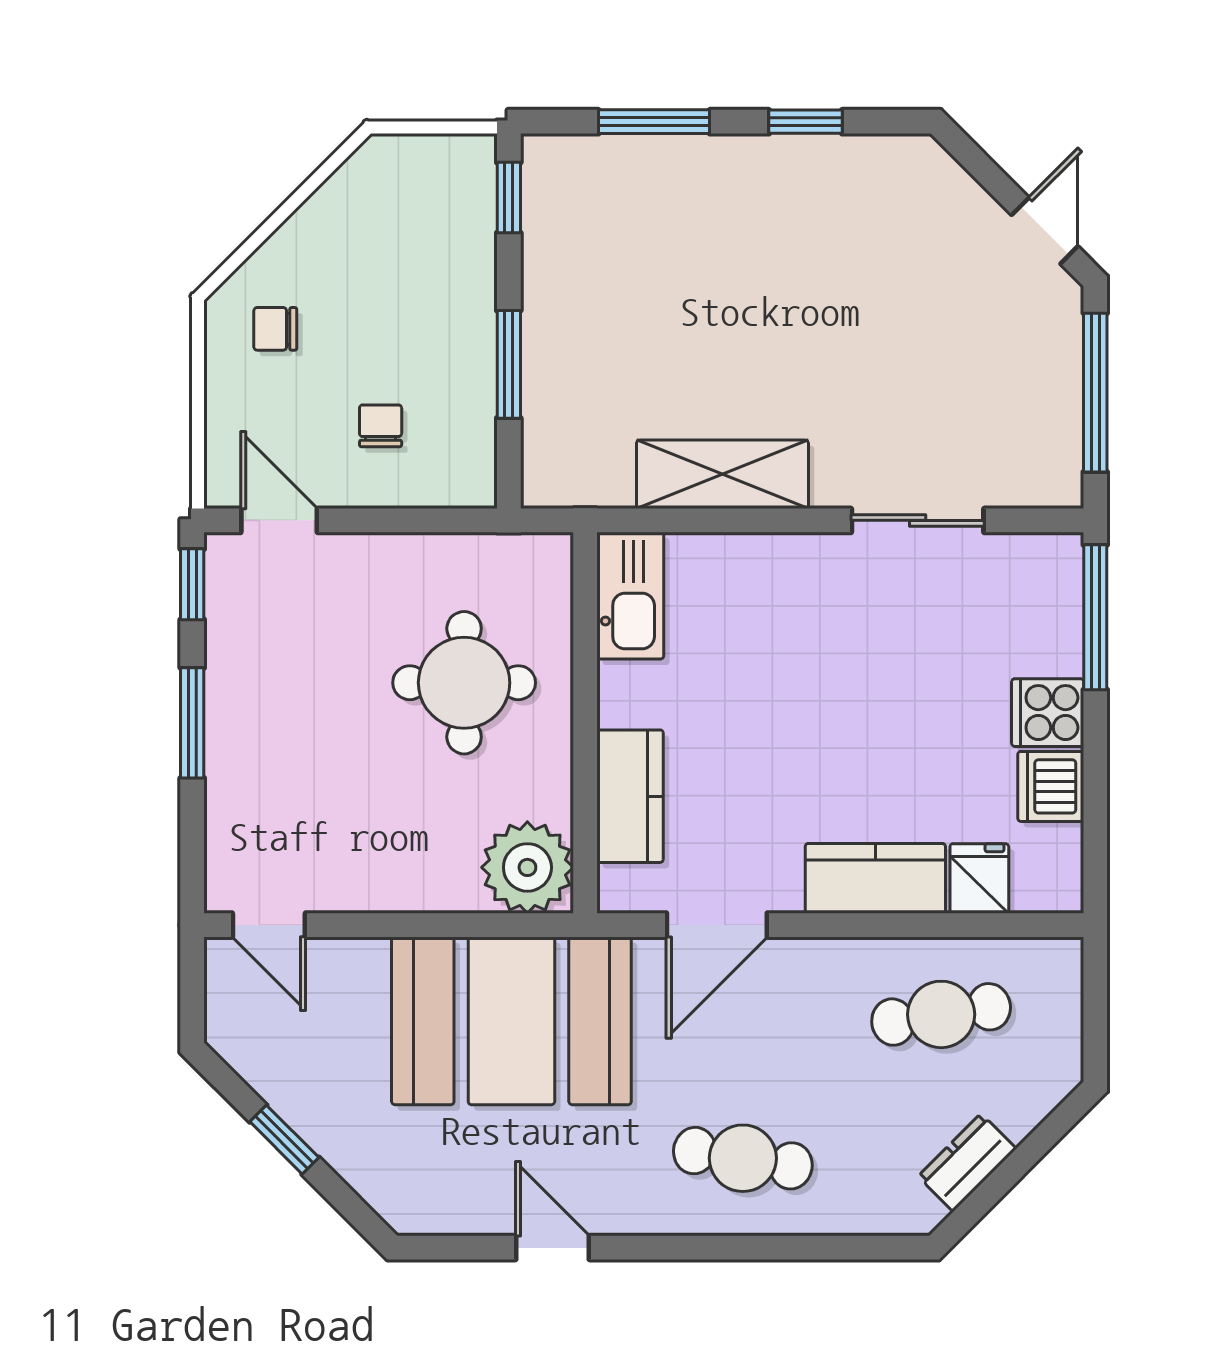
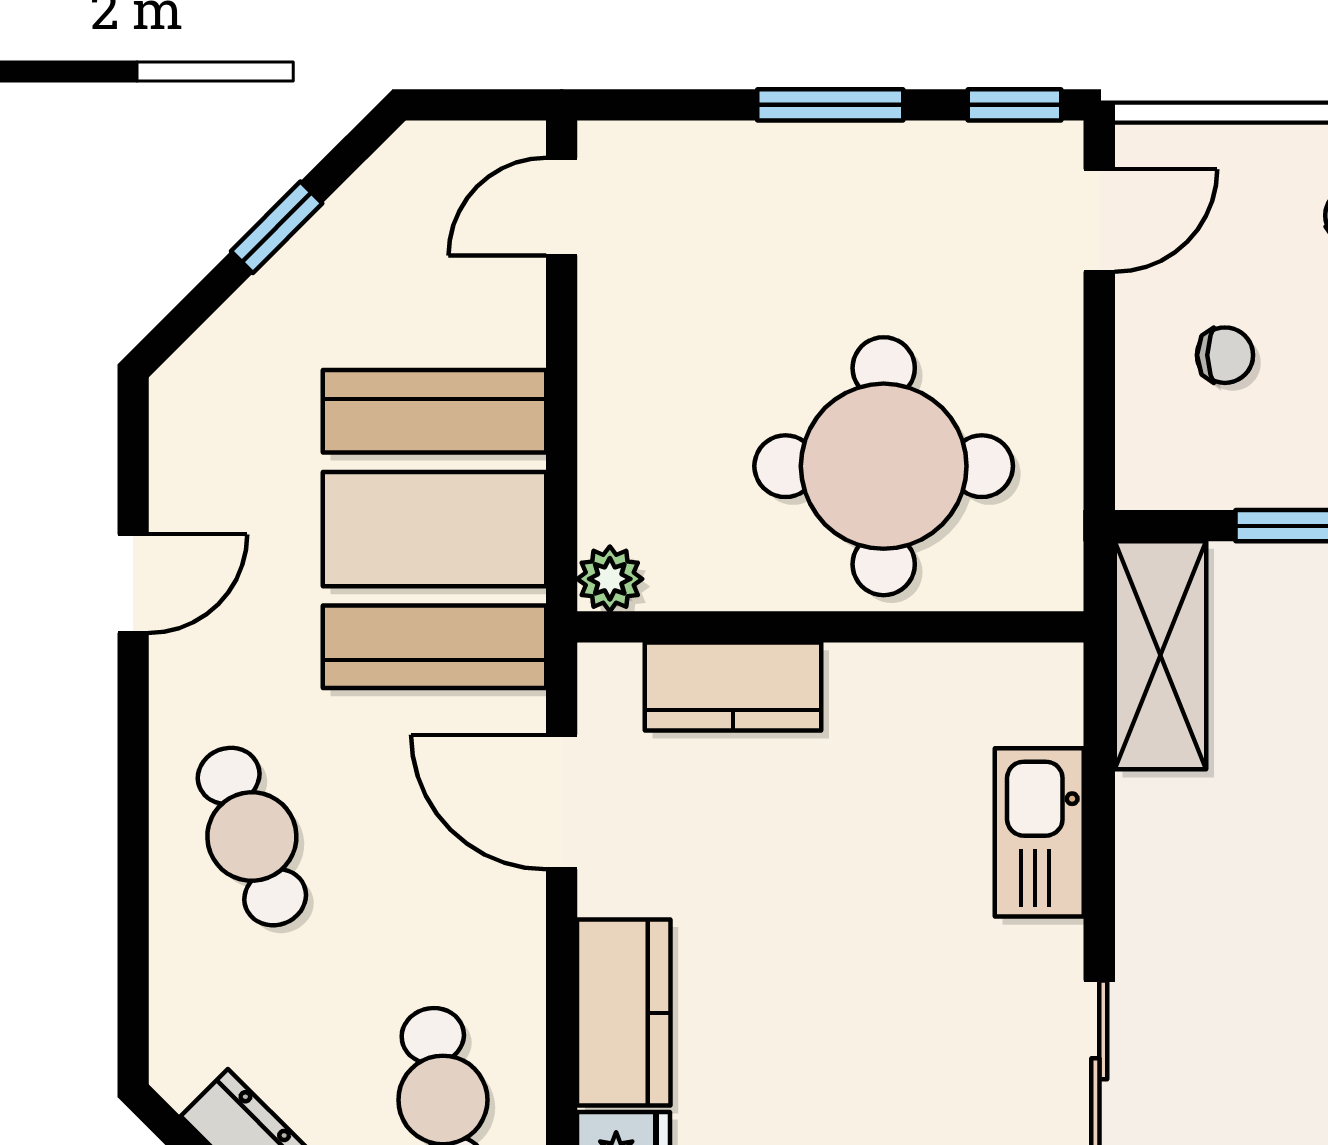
shelving: (722, 474) -> (1161, 655), moved
kitchen sink: (630, 596) -> (1039, 832), moved, turned 90
round table: (464, 683) -> (884, 466), width x1.36, depth x1.36
plant: (527, 867) -> (610, 579), width x0.53, depth x0.53
cafe table: (743, 1158) -> (252, 837), turned -30

